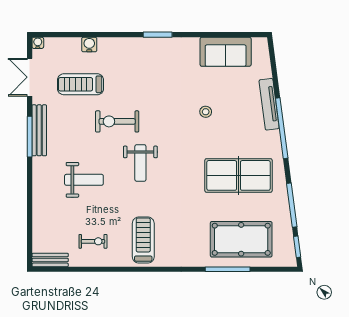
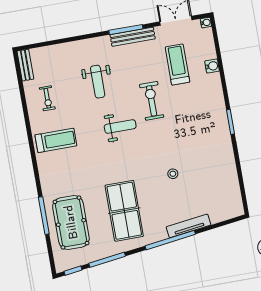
sofa: (226, 52) -> (226, 182), removed
weight bench: (140, 163) -> (120, 127), turned 180

